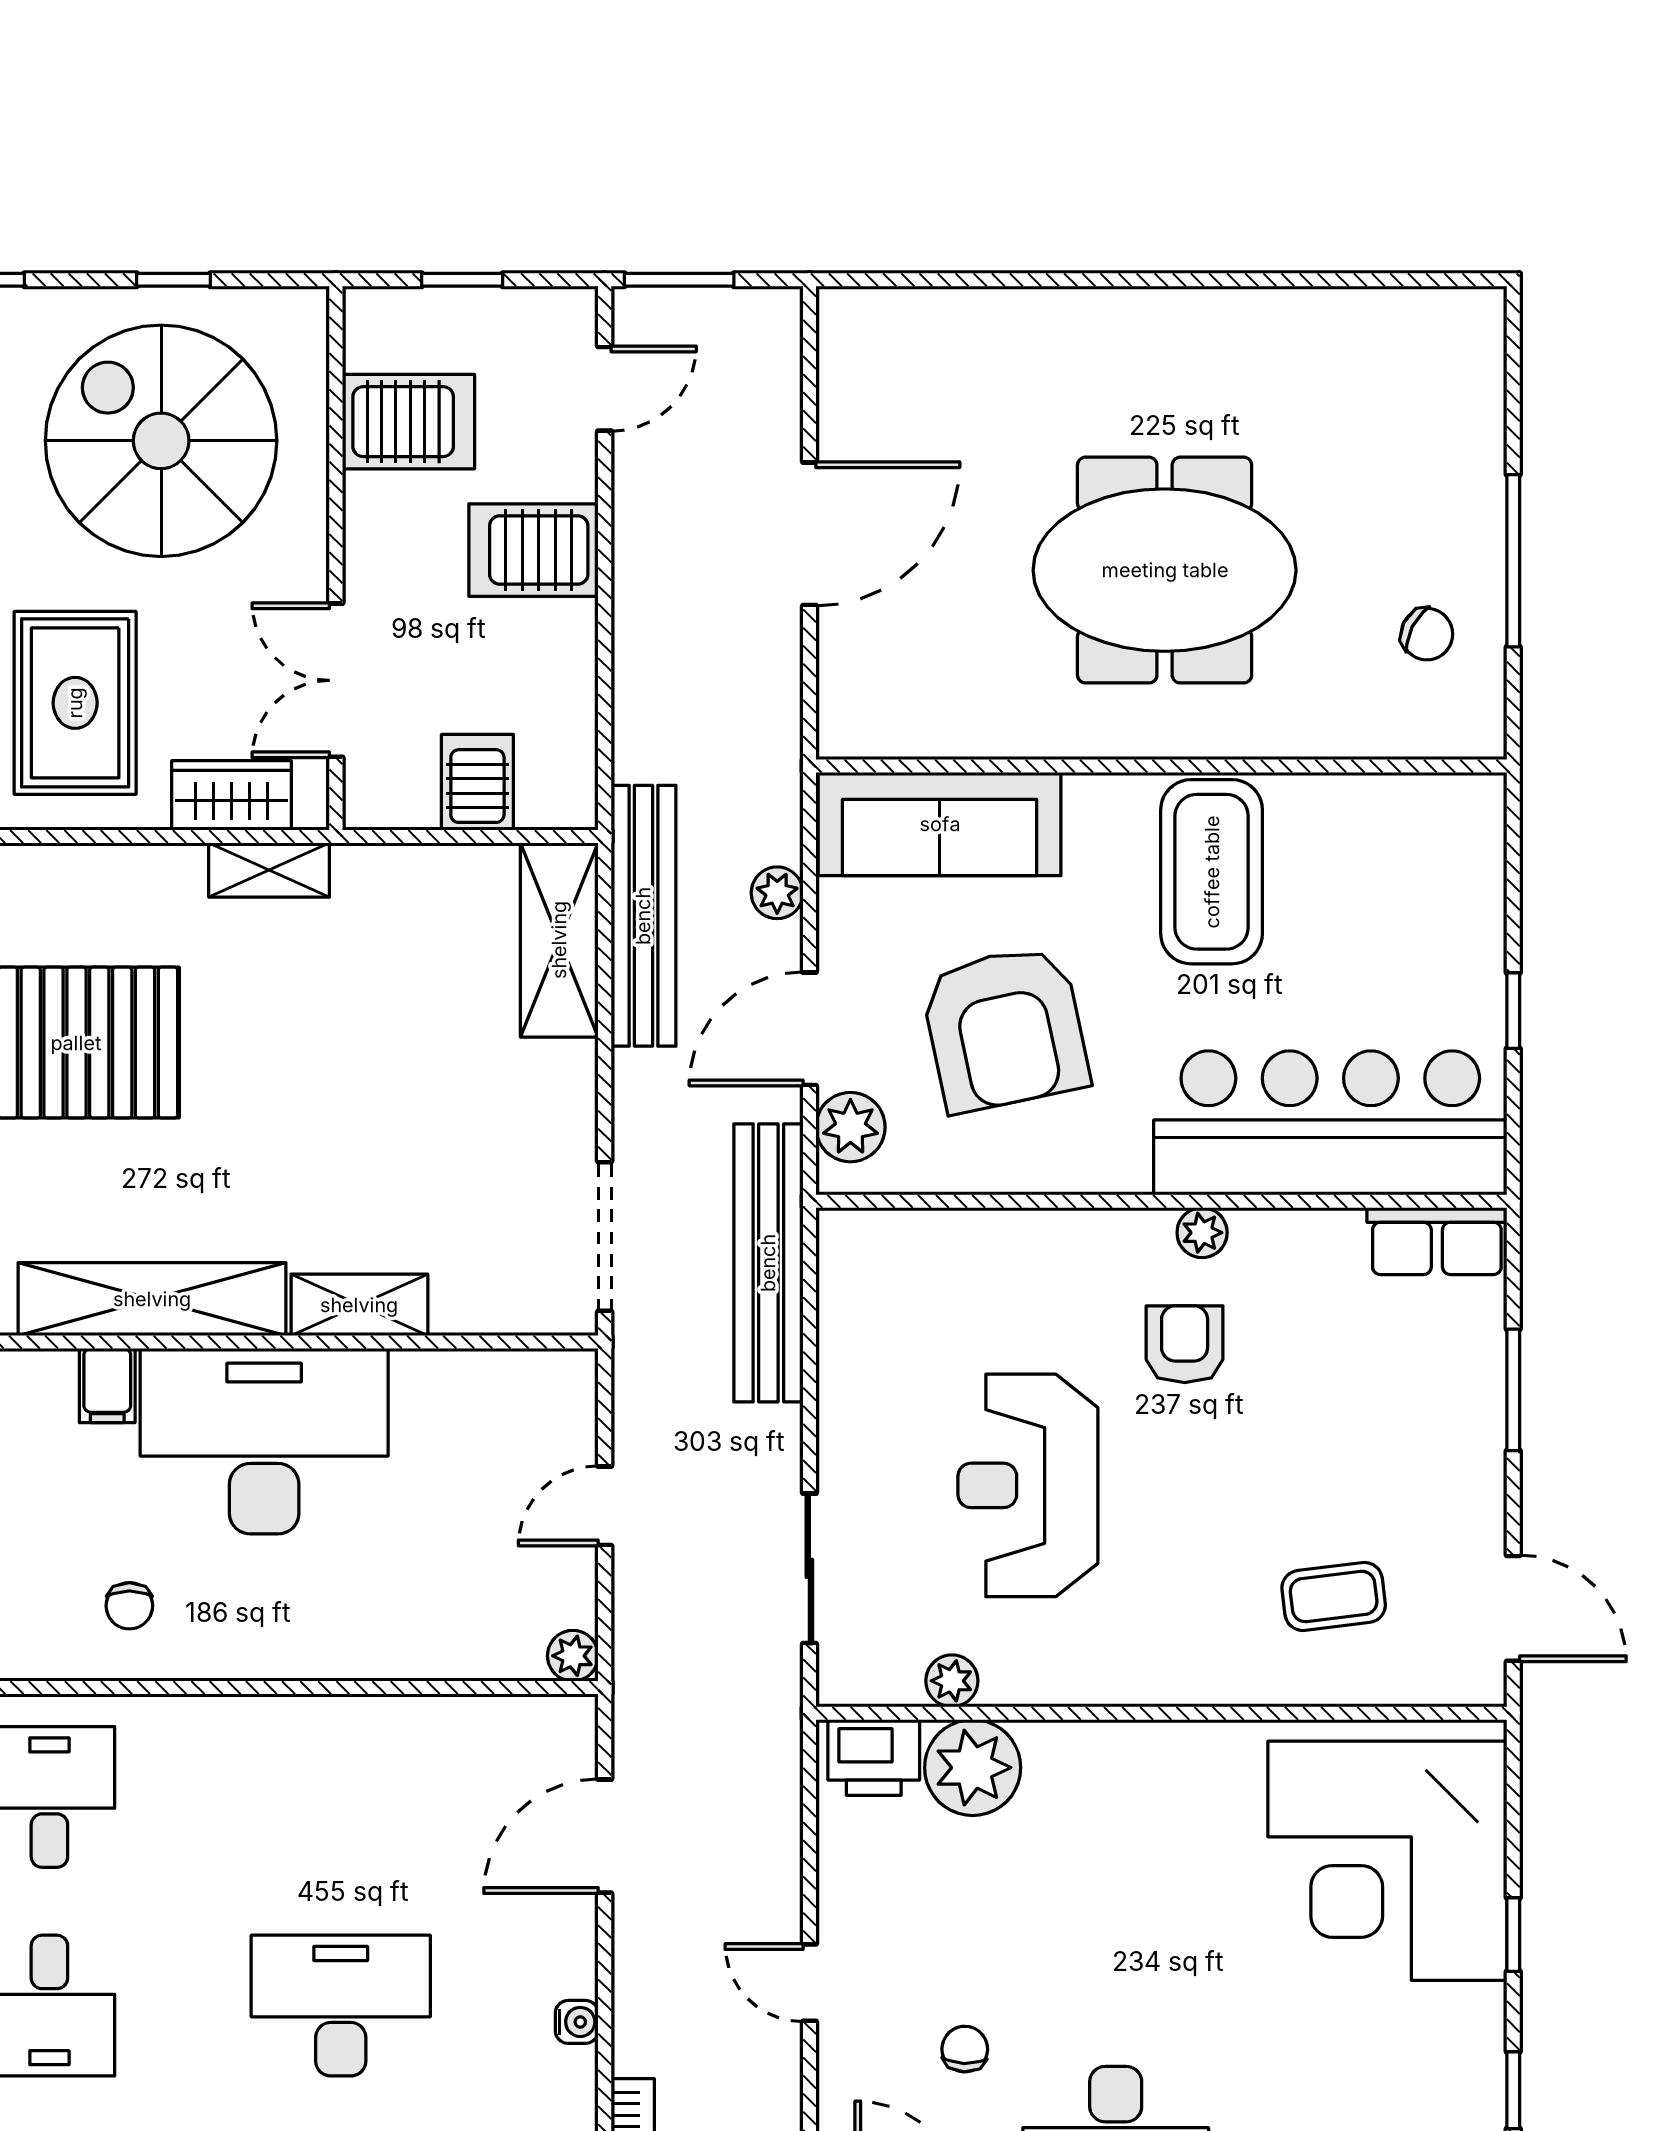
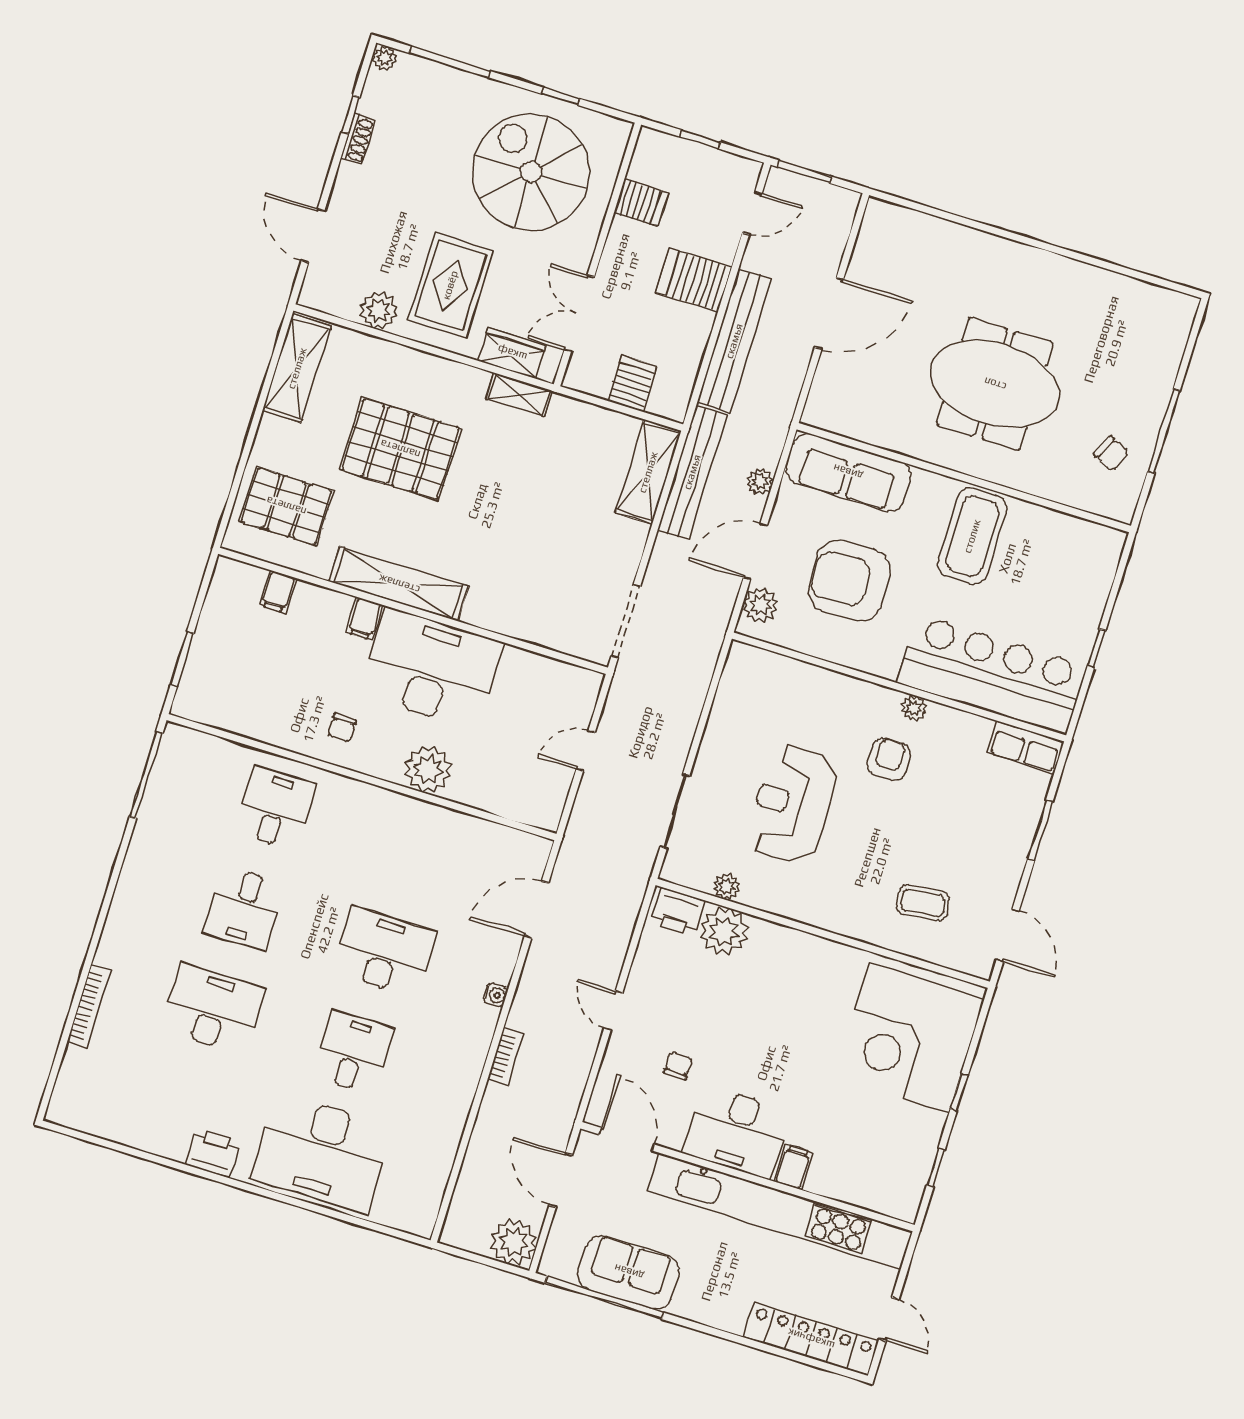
server rack: (408, 422) -> (641, 203), width x0.73, depth x0.70
armchair: (1005, 1029) -> (849, 581), turned 99
bench: (768, 1263) -> (734, 341), moved
shelving: (359, 1305) -> (498, 617), removed
plant: (573, 1656) -> (428, 769), moved, width x1.88, depth x1.88

